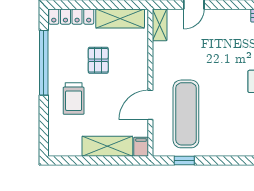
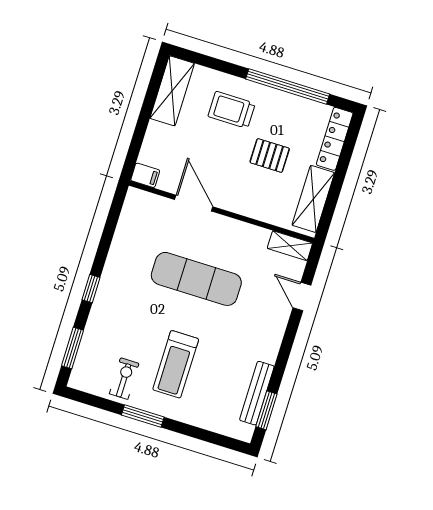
exercise mat: (186, 114) -> (196, 279), moved
shelving: (107, 146) -> (172, 91), moved
window: (184, 160) -> (91, 289), moved

